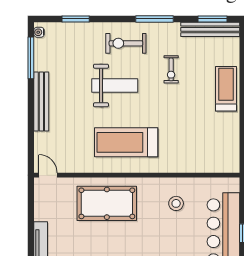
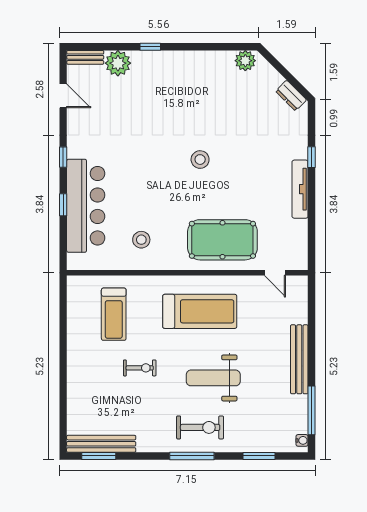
window: (154, 19) -> (192, 456), moved
exercise bike: (171, 69) -> (140, 368), moved, turned 90
treadmill: (226, 89) -> (114, 314), moved
door: (48, 175) -> (275, 273), moved

